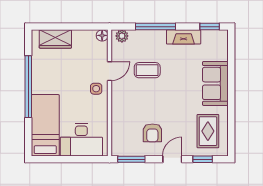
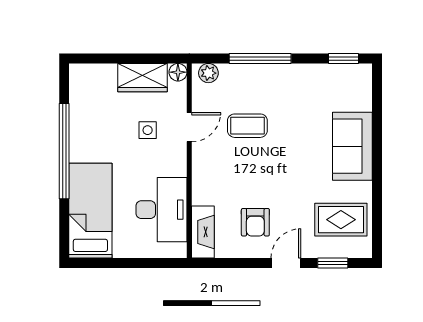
fireplace: (184, 37) -> (203, 232), moved, turned -90
wardrobe: (55, 39) -> (142, 78), moved
side table: (96, 89) -> (148, 130), moved
rug: (208, 131) -> (341, 220), turned 90
desk: (81, 140) -> (162, 210), moved, turned -90
window: (131, 159) -> (223, 263), removed

